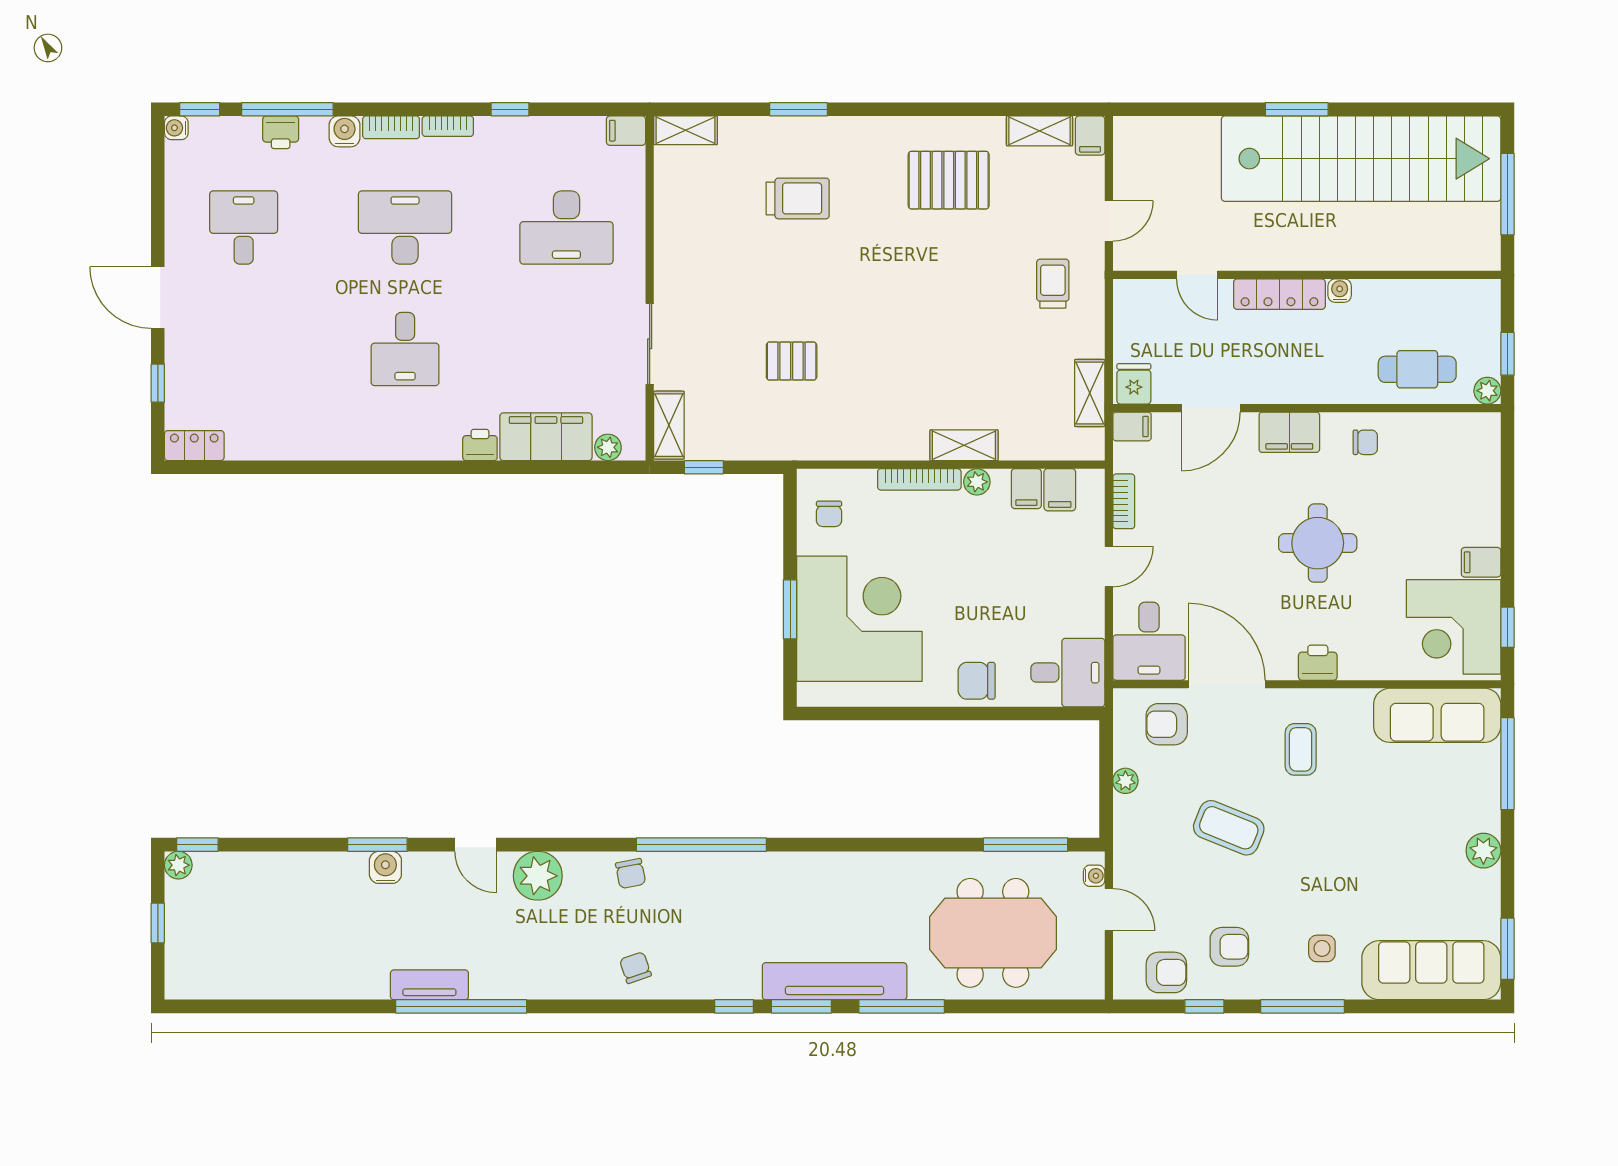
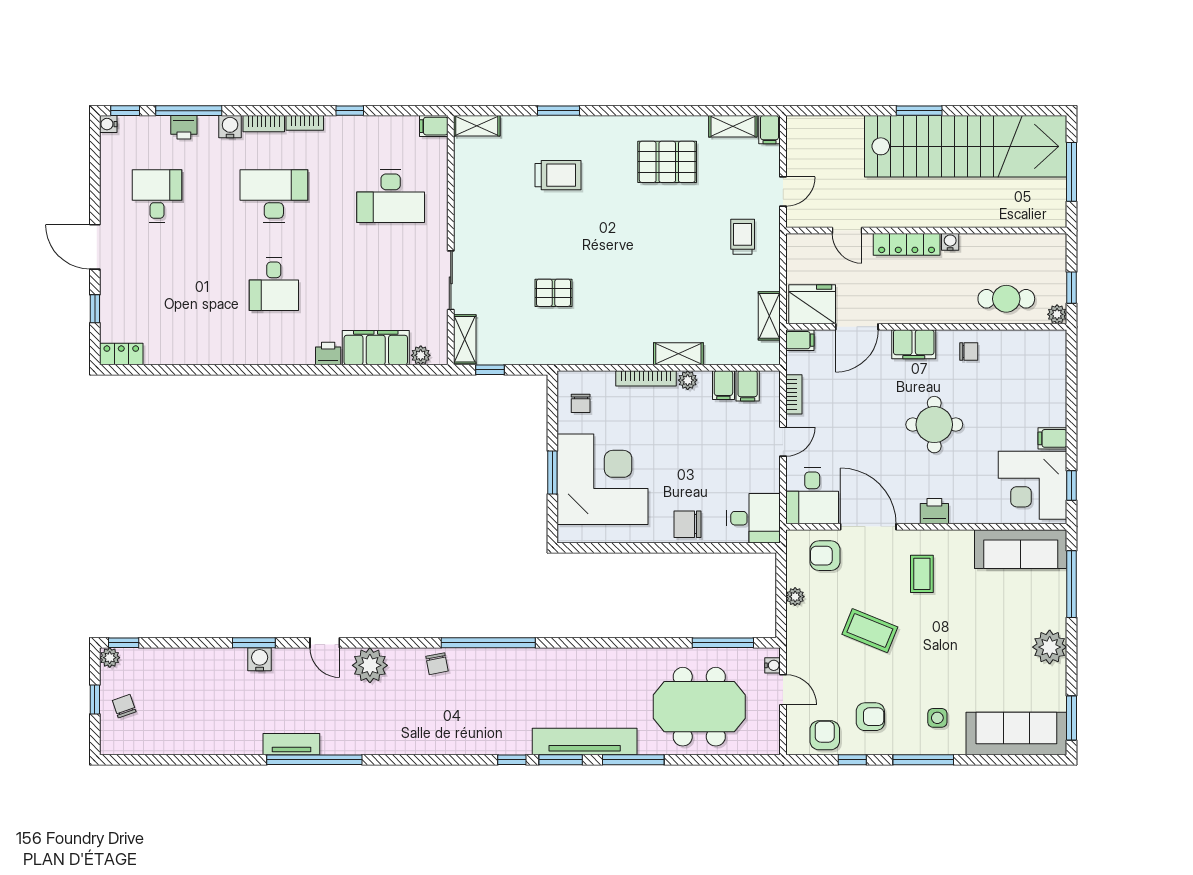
fridge: (1134, 384) -> (812, 304), width x1.88, depth x1.34
plant: (1483, 851) -> (1050, 647), width x1.36, depth x1.36
chair: (635, 968) -> (124, 706), moved
armchair: (1166, 972) -> (825, 735), turned -90

